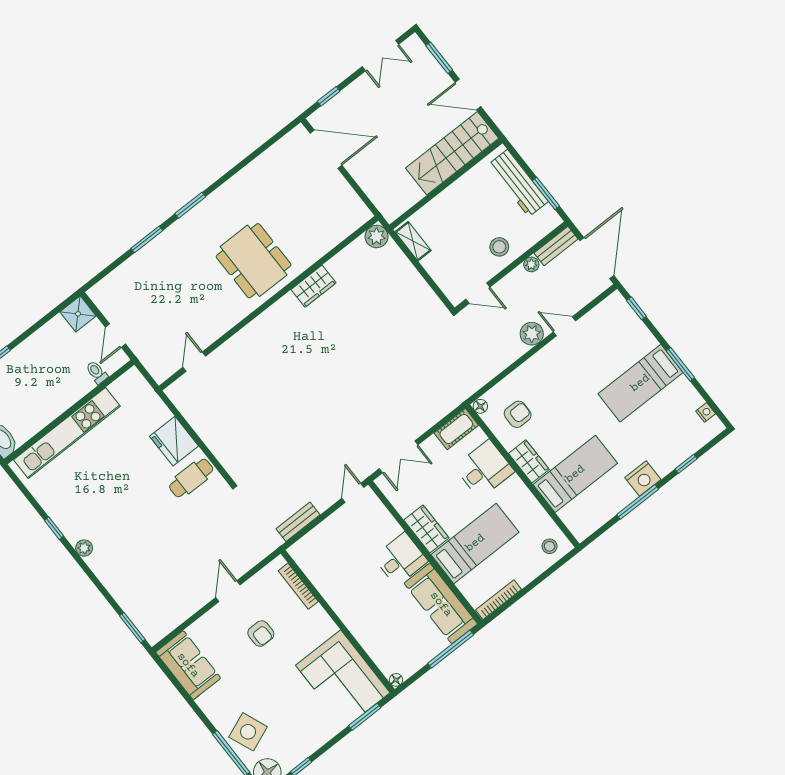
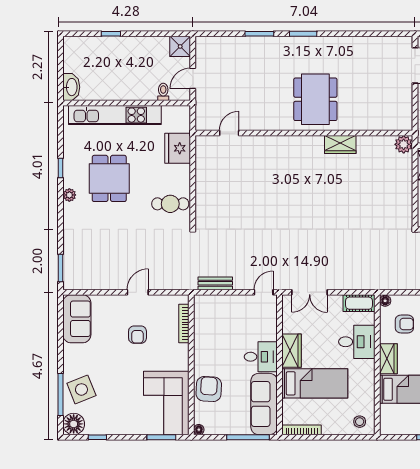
fridge: (174, 441) -> (178, 148), moved
dining table: (111, 500) -> (109, 178), added
armchair: (374, 632) -> (209, 389), added

